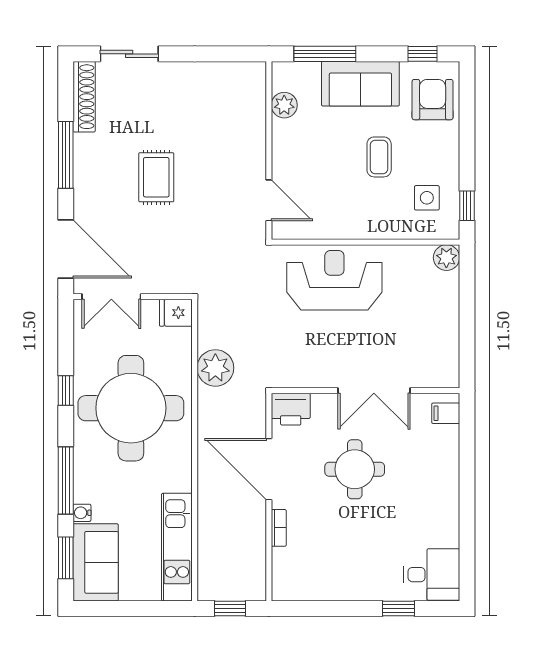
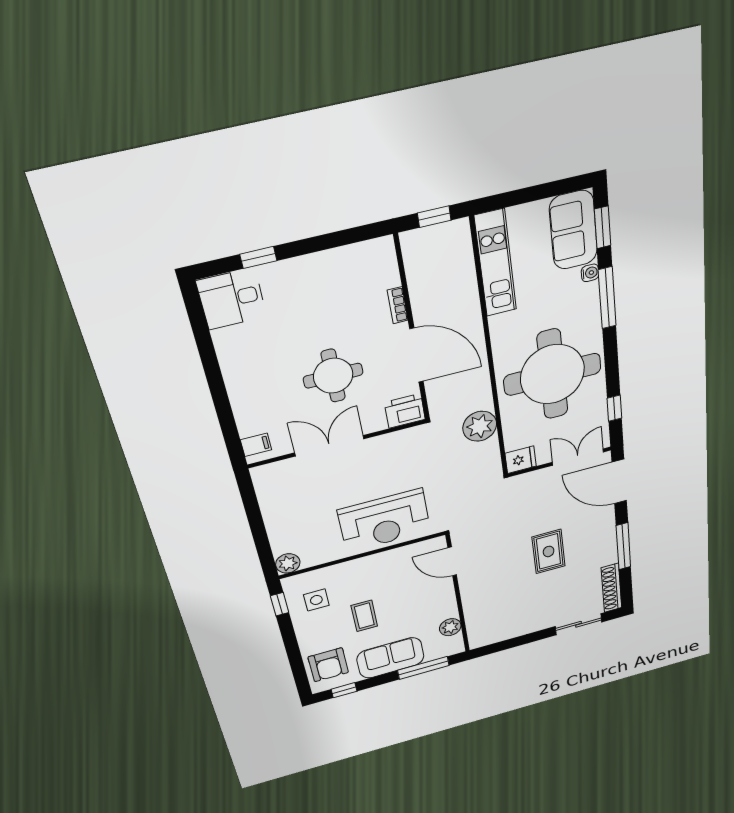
window: (66, 390) -> (614, 408), moved

